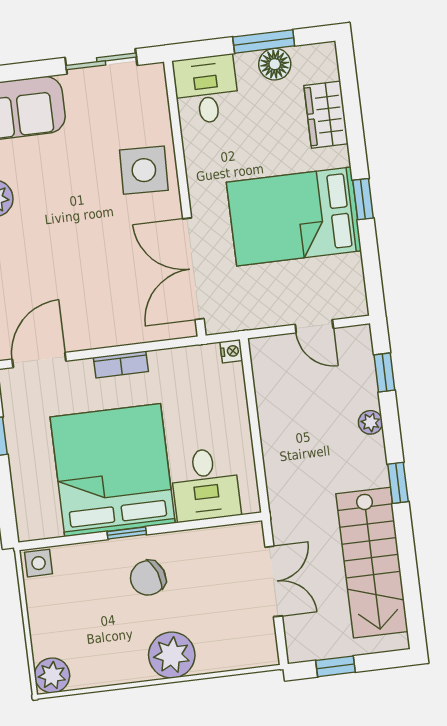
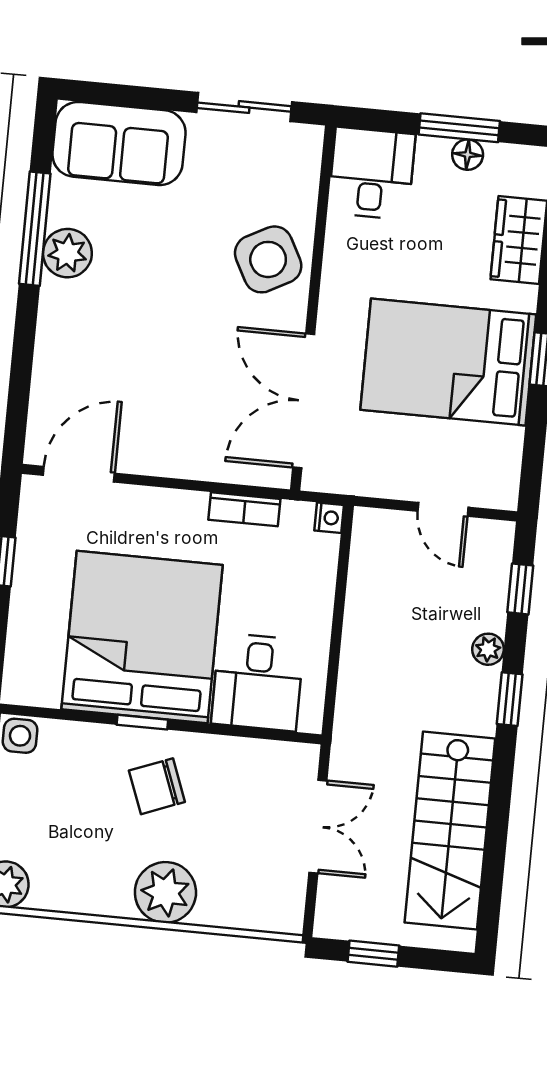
floor lamp: (275, 64) -> (468, 155), width x0.73, depth x0.73
side table: (144, 170) -> (268, 259), turned -30
bookcase: (121, 364) -> (244, 509), moved
window: (398, 483) -> (510, 699), moved

